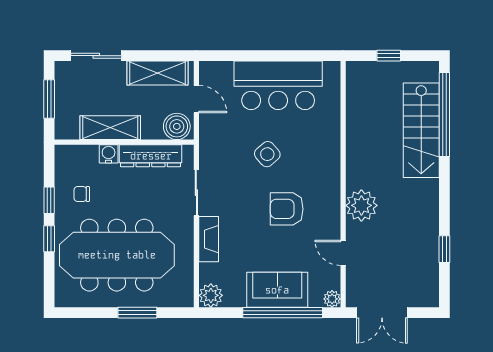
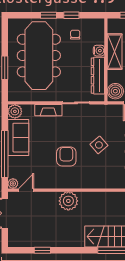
door: (343, 253) -> (26, 190), moved
sofa: (277, 290) -> (18, 138), moved

